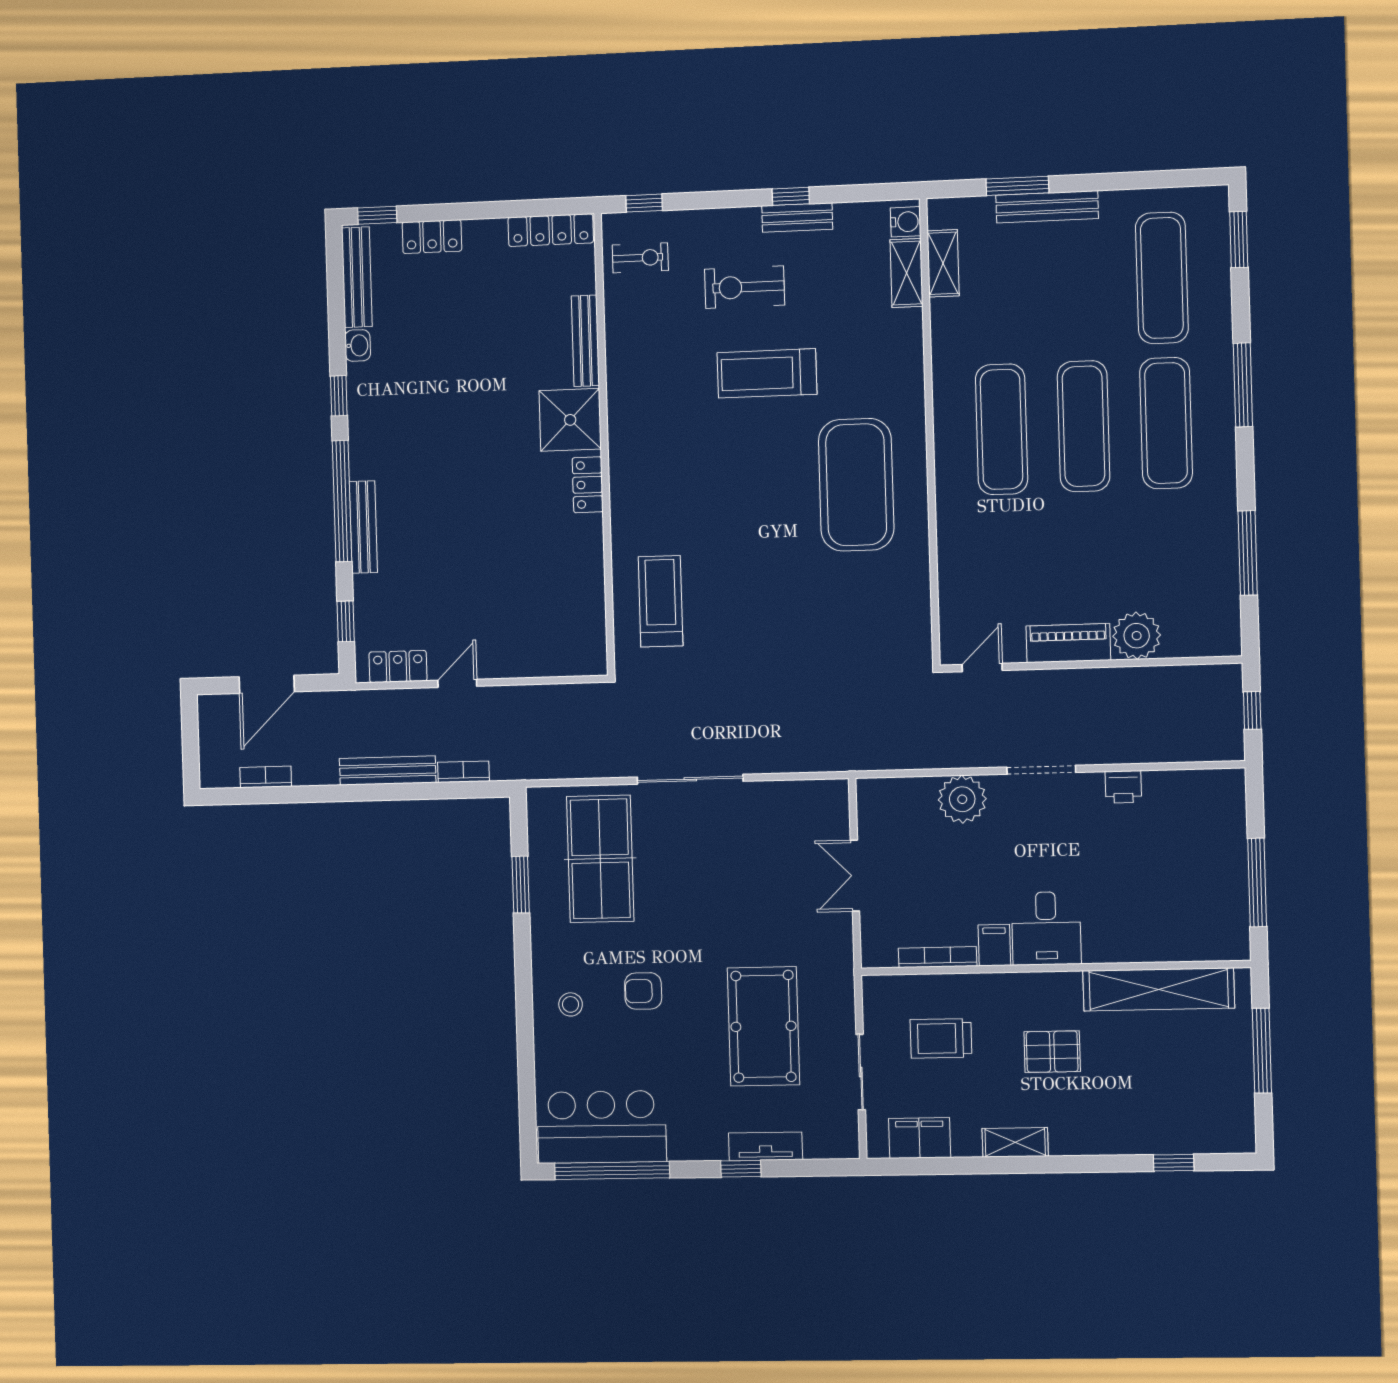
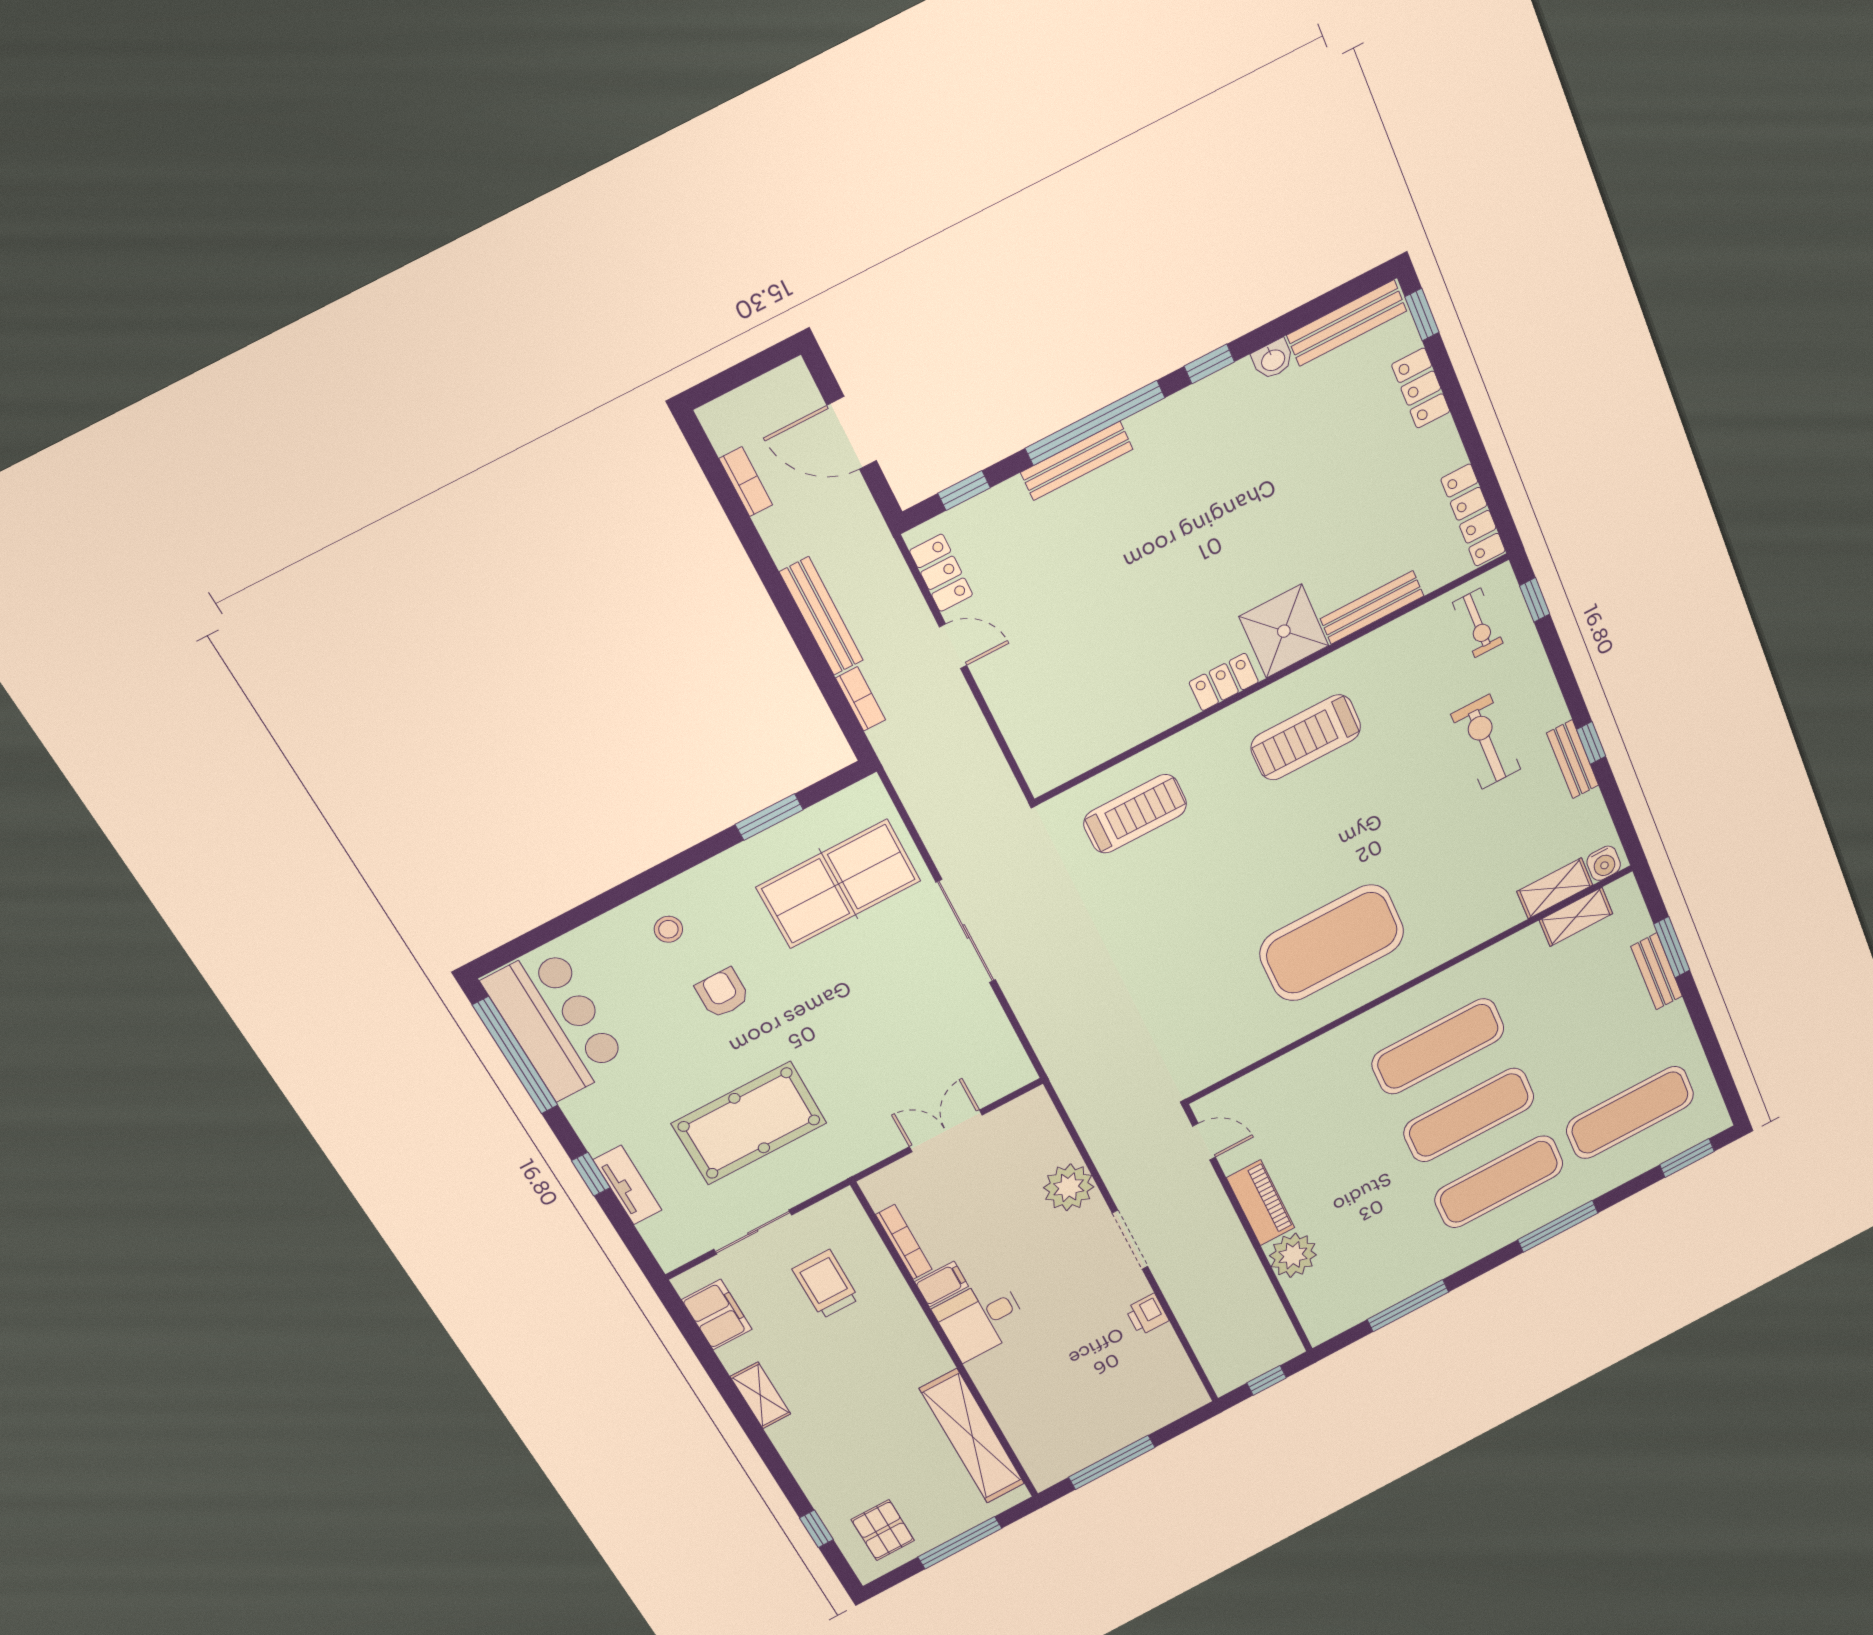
bench: (1047, 207) -> (1657, 971), width x0.73
treadmill: (767, 373) -> (1306, 737), moved, turned -90
pallet: (1052, 1052) -> (883, 1530), moved

